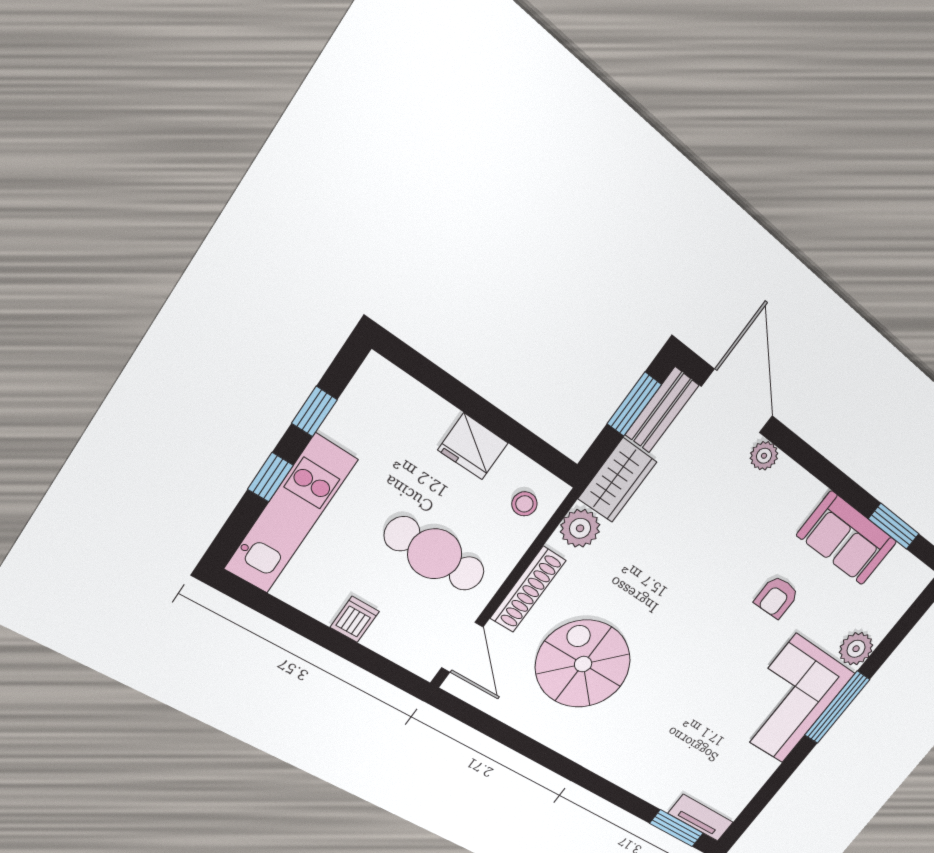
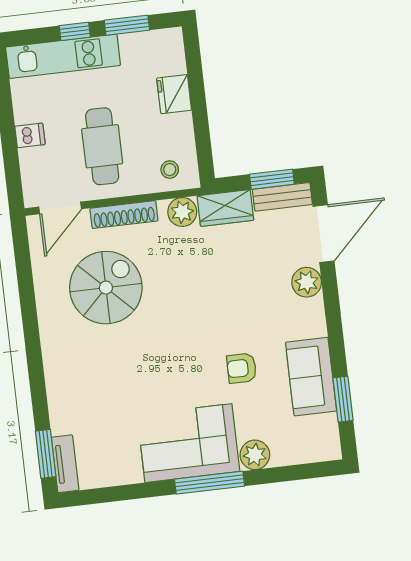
window: (314, 411) -> (127, 25), width x1.50
fridge: (473, 446) -> (174, 94), moved
plant: (764, 456) -> (307, 282), width x1.38, depth x1.38

